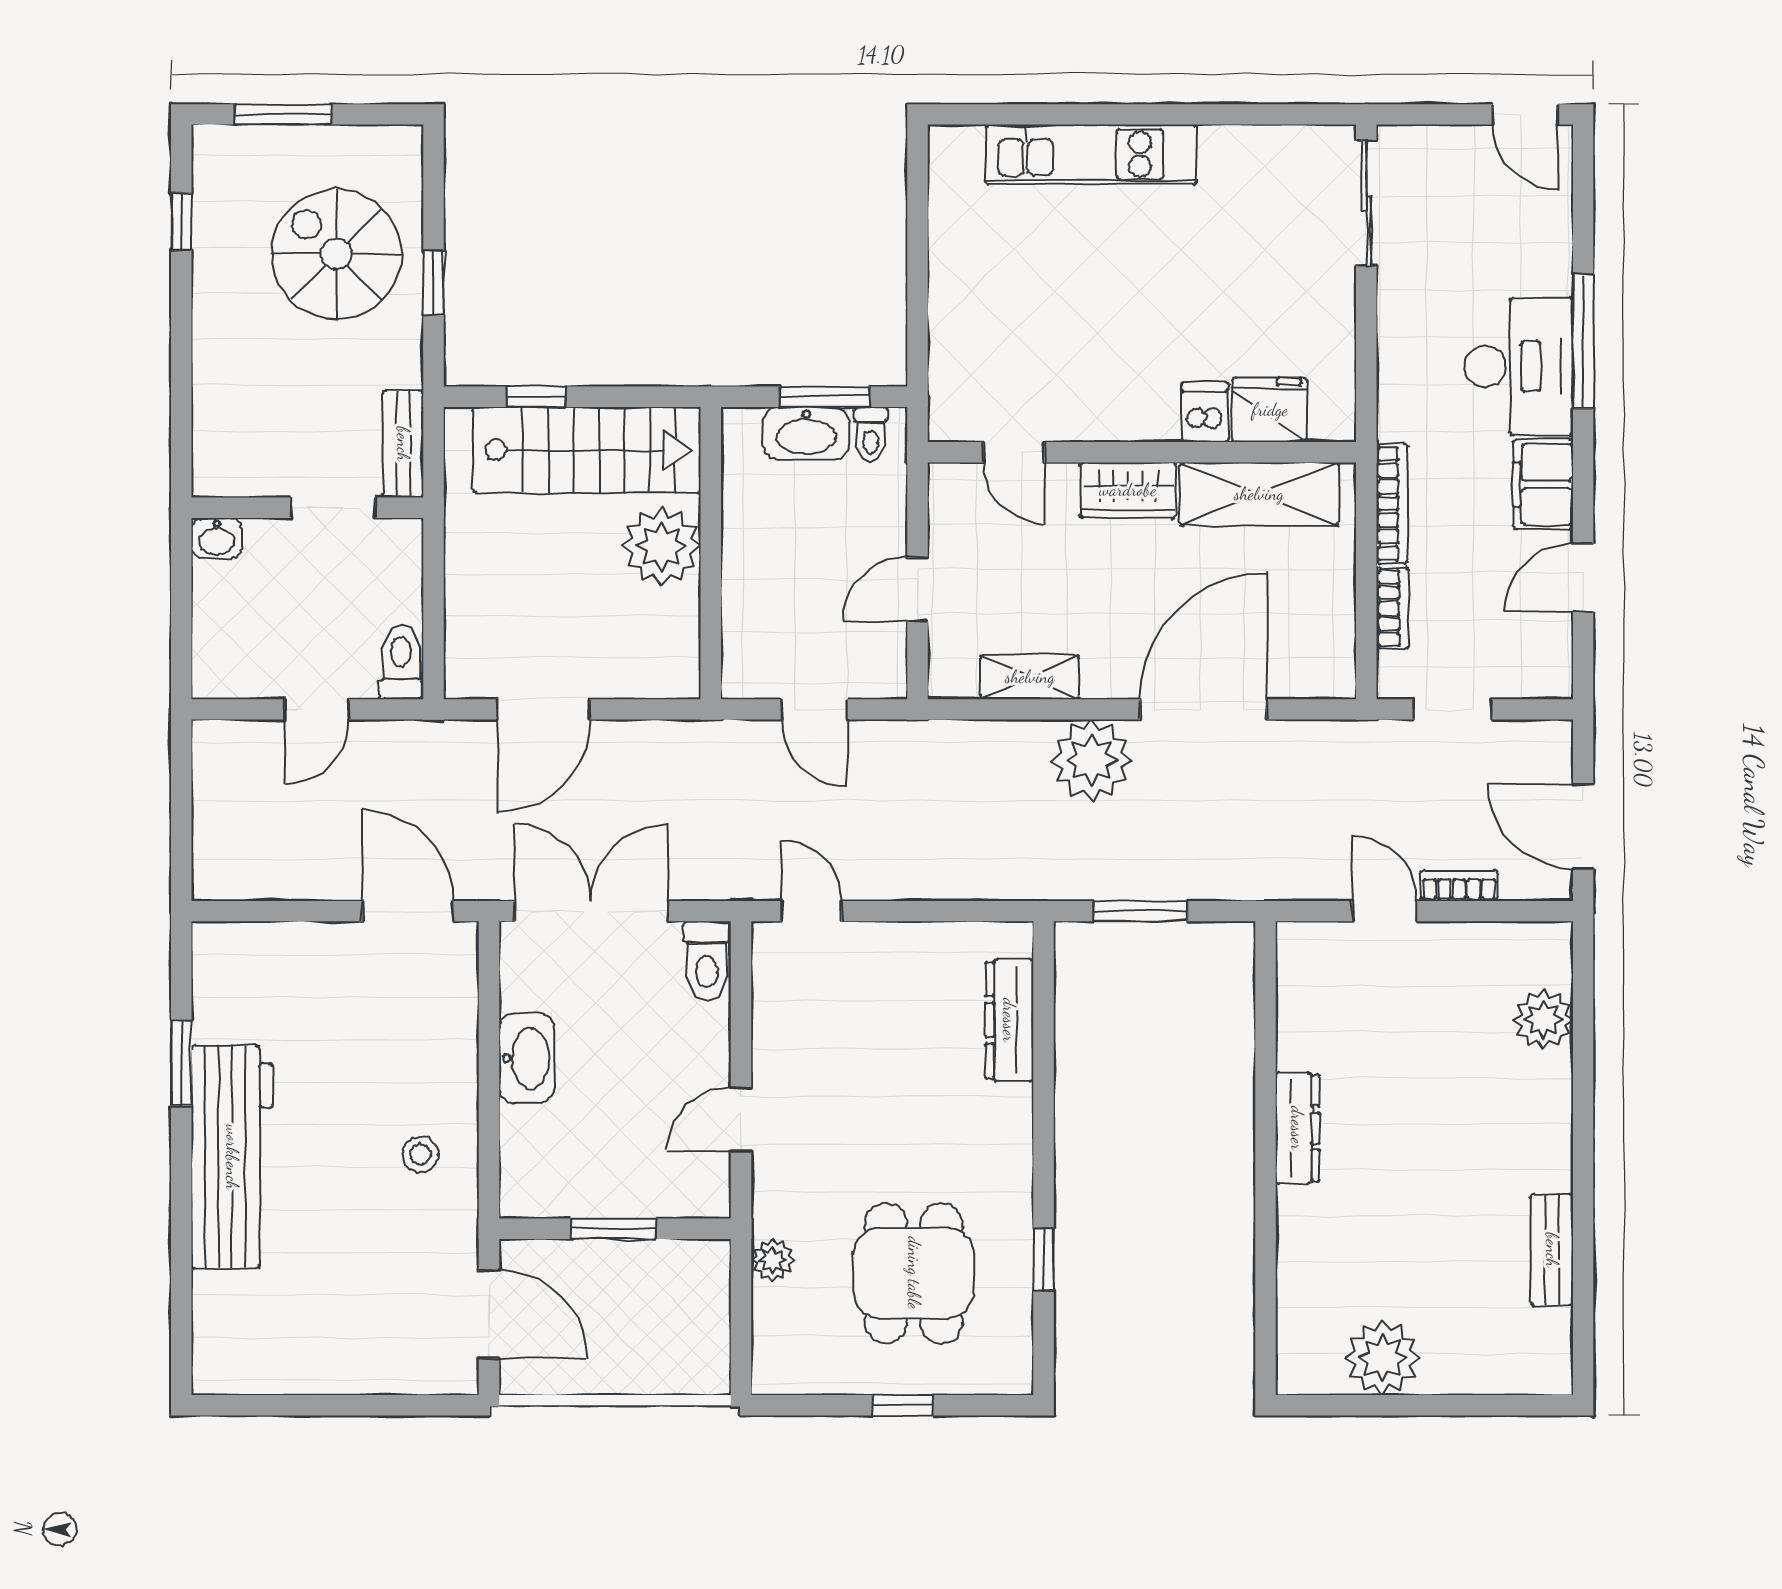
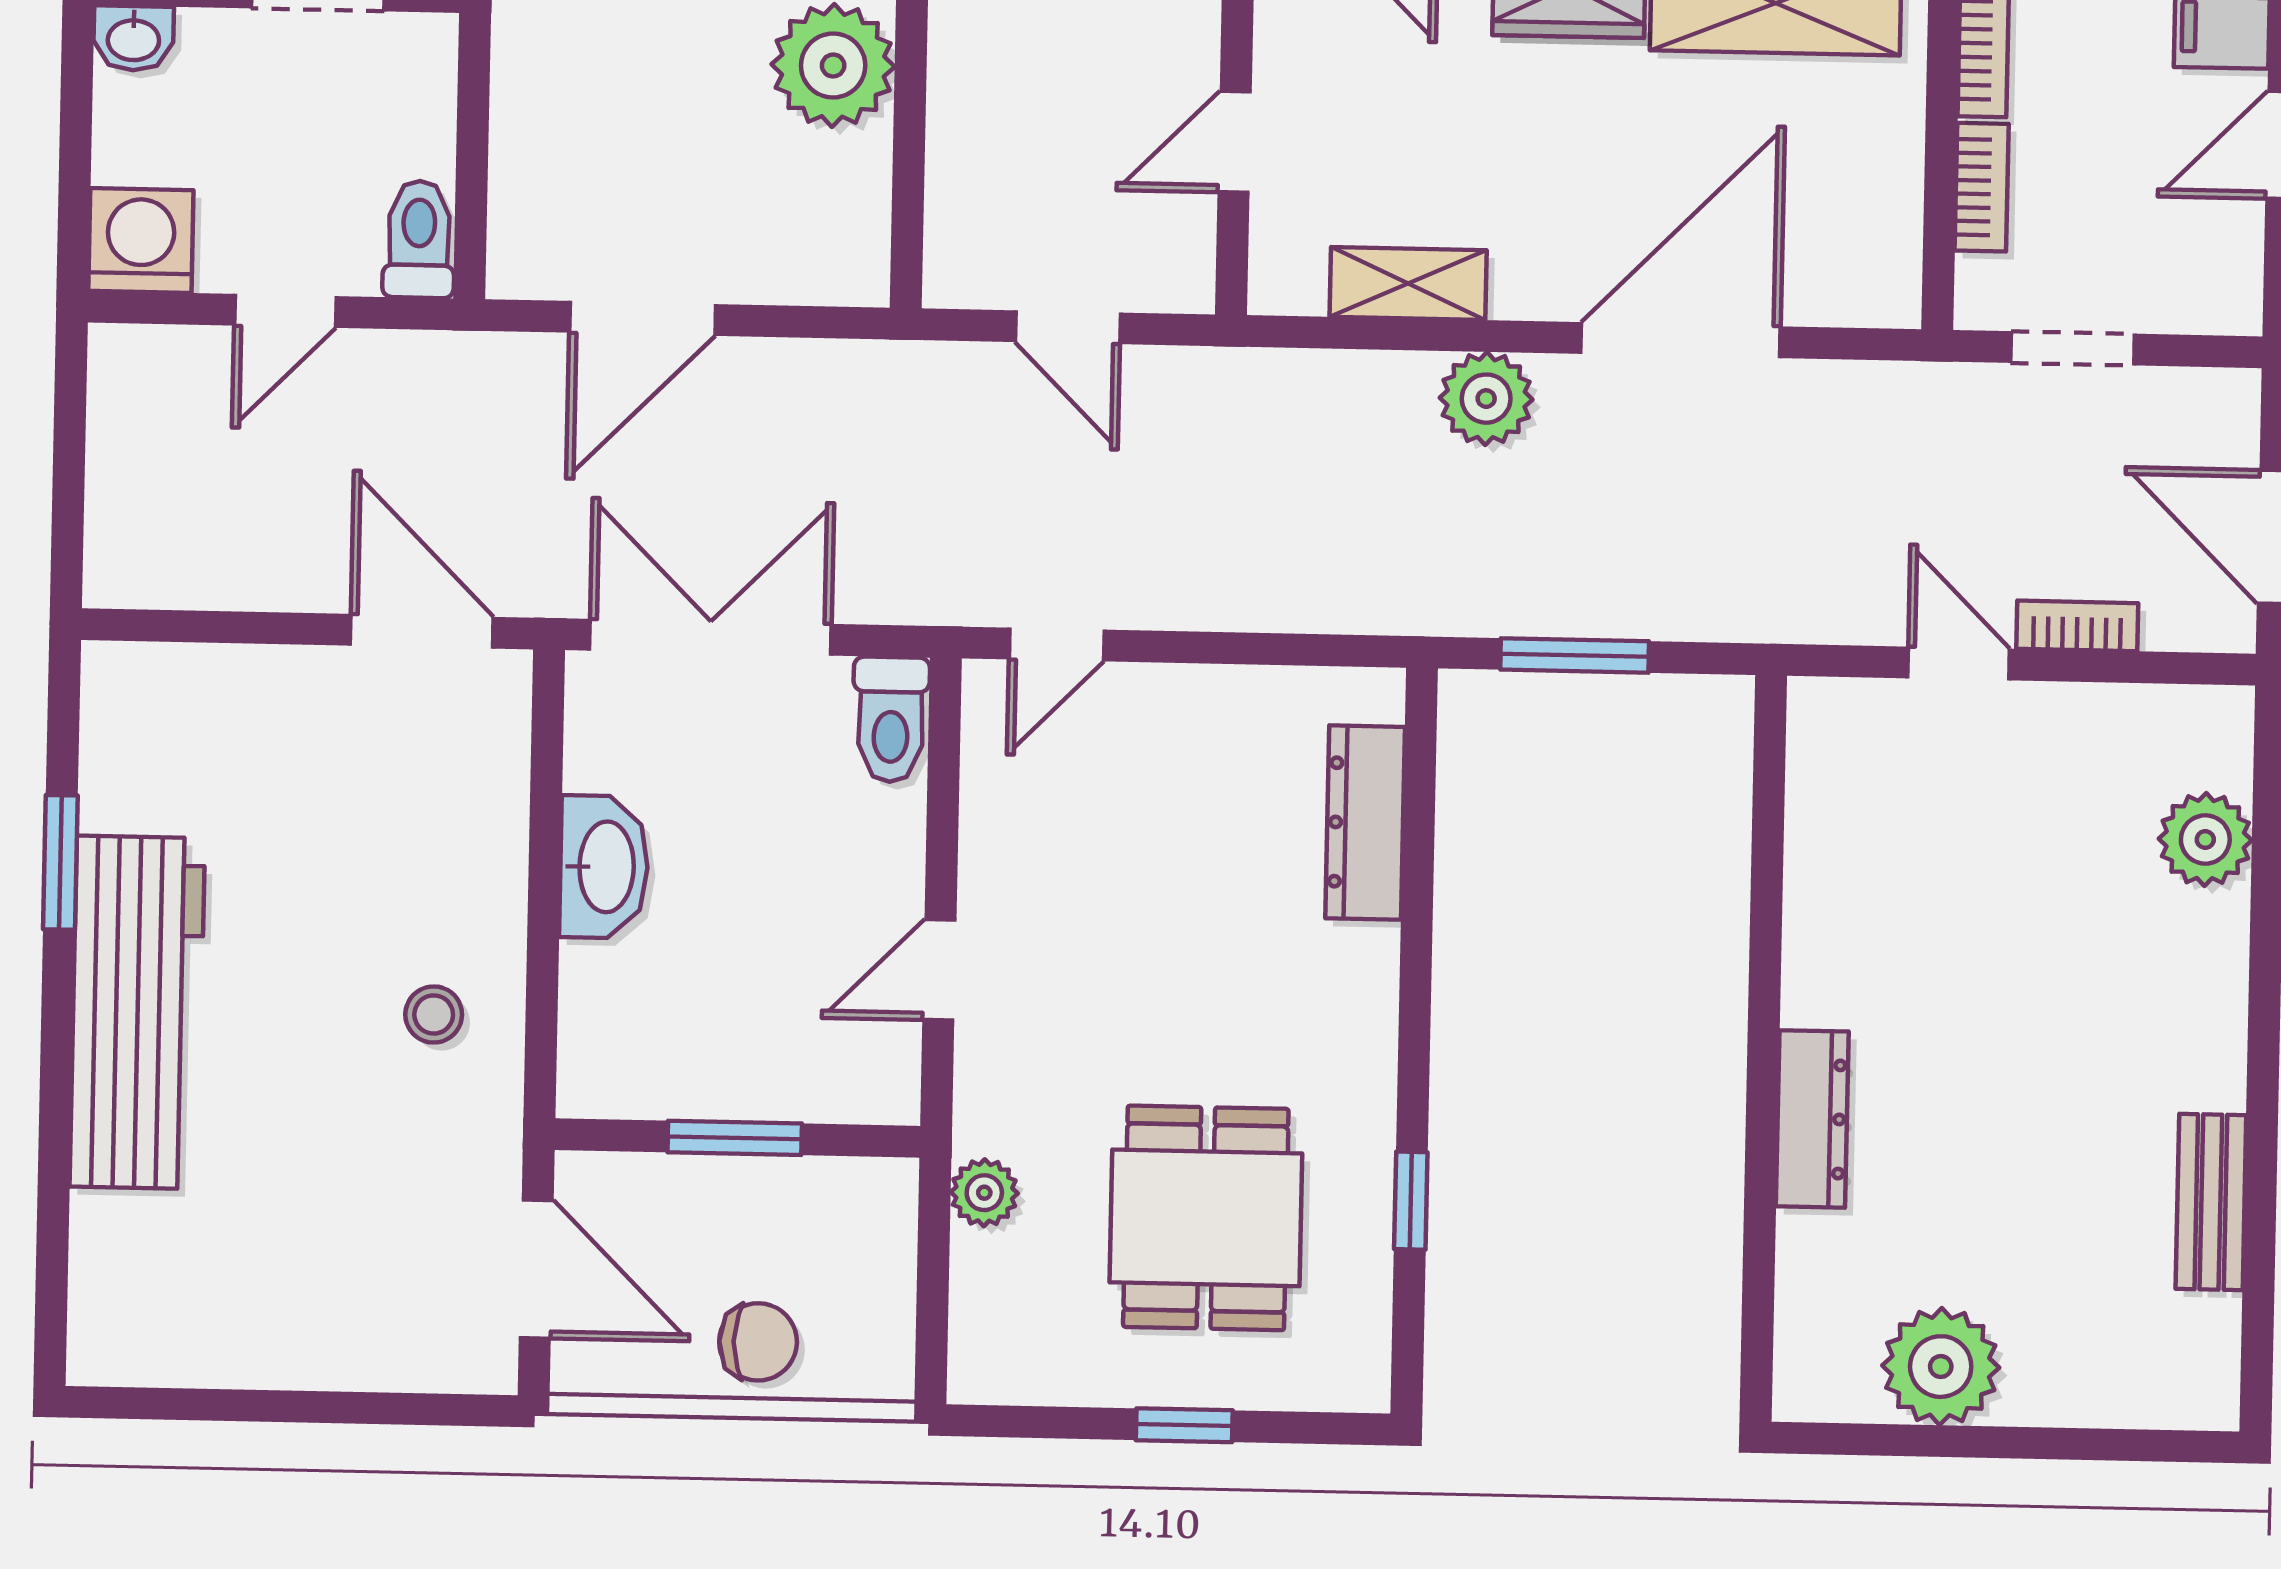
washing machine: (224, 667) -> (141, 240), added
plant: (1091, 760) -> (1486, 399), width x0.73, depth x0.73
door: (811, 911) -> (1057, 645), swing flipped
dresser: (1297, 1128) -> (1812, 1119), moved
chair: (631, 1358) -> (758, 1342), added

